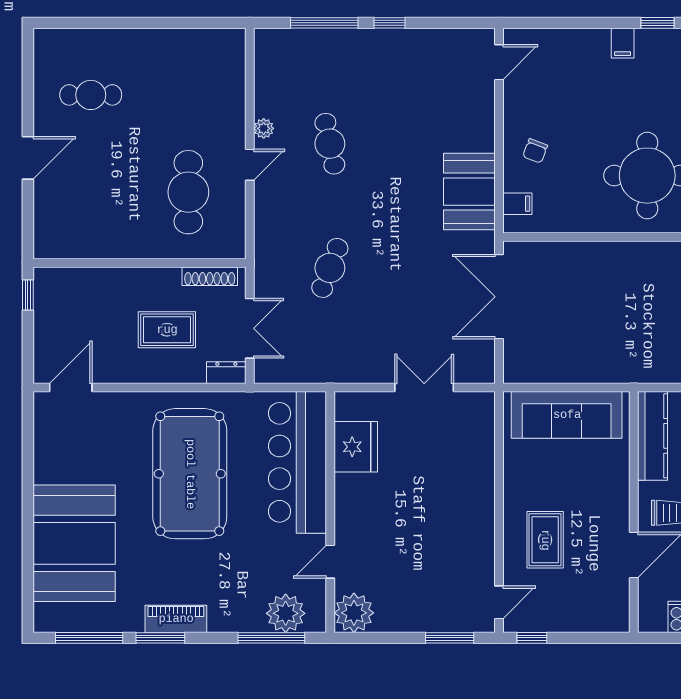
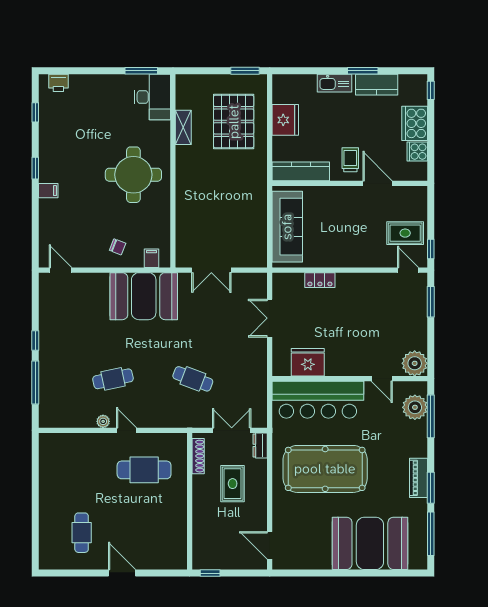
booth: (469, 192) -> (144, 296), width x1.36, depth x1.42
double door: (499, 297) -> (211, 270), width x0.73
locker: (483, 466) -> (320, 280), added
rug: (545, 540) -> (405, 233), moved

